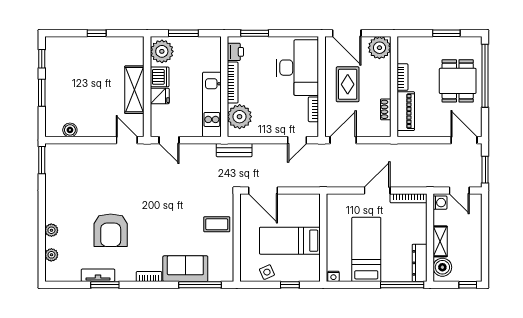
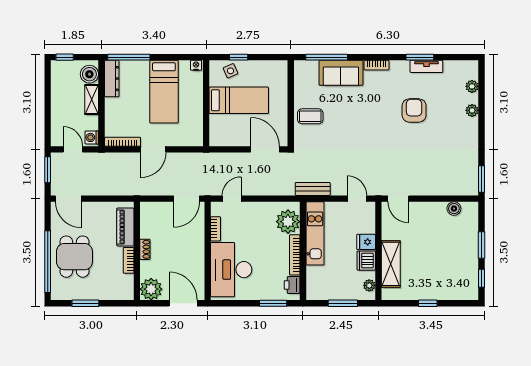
plant: (162, 51) -> (369, 285), width x0.53, depth x0.53
rug: (348, 84) -> (182, 253), removed
shelving: (134, 90) -> (391, 264), moved
shoe rack: (386, 109) -> (145, 249), moved
bench: (234, 150) -> (313, 189), moved
armchair: (111, 230) -> (414, 110), width x0.73, depth x0.73
side table: (267, 272) -> (231, 71), moved

